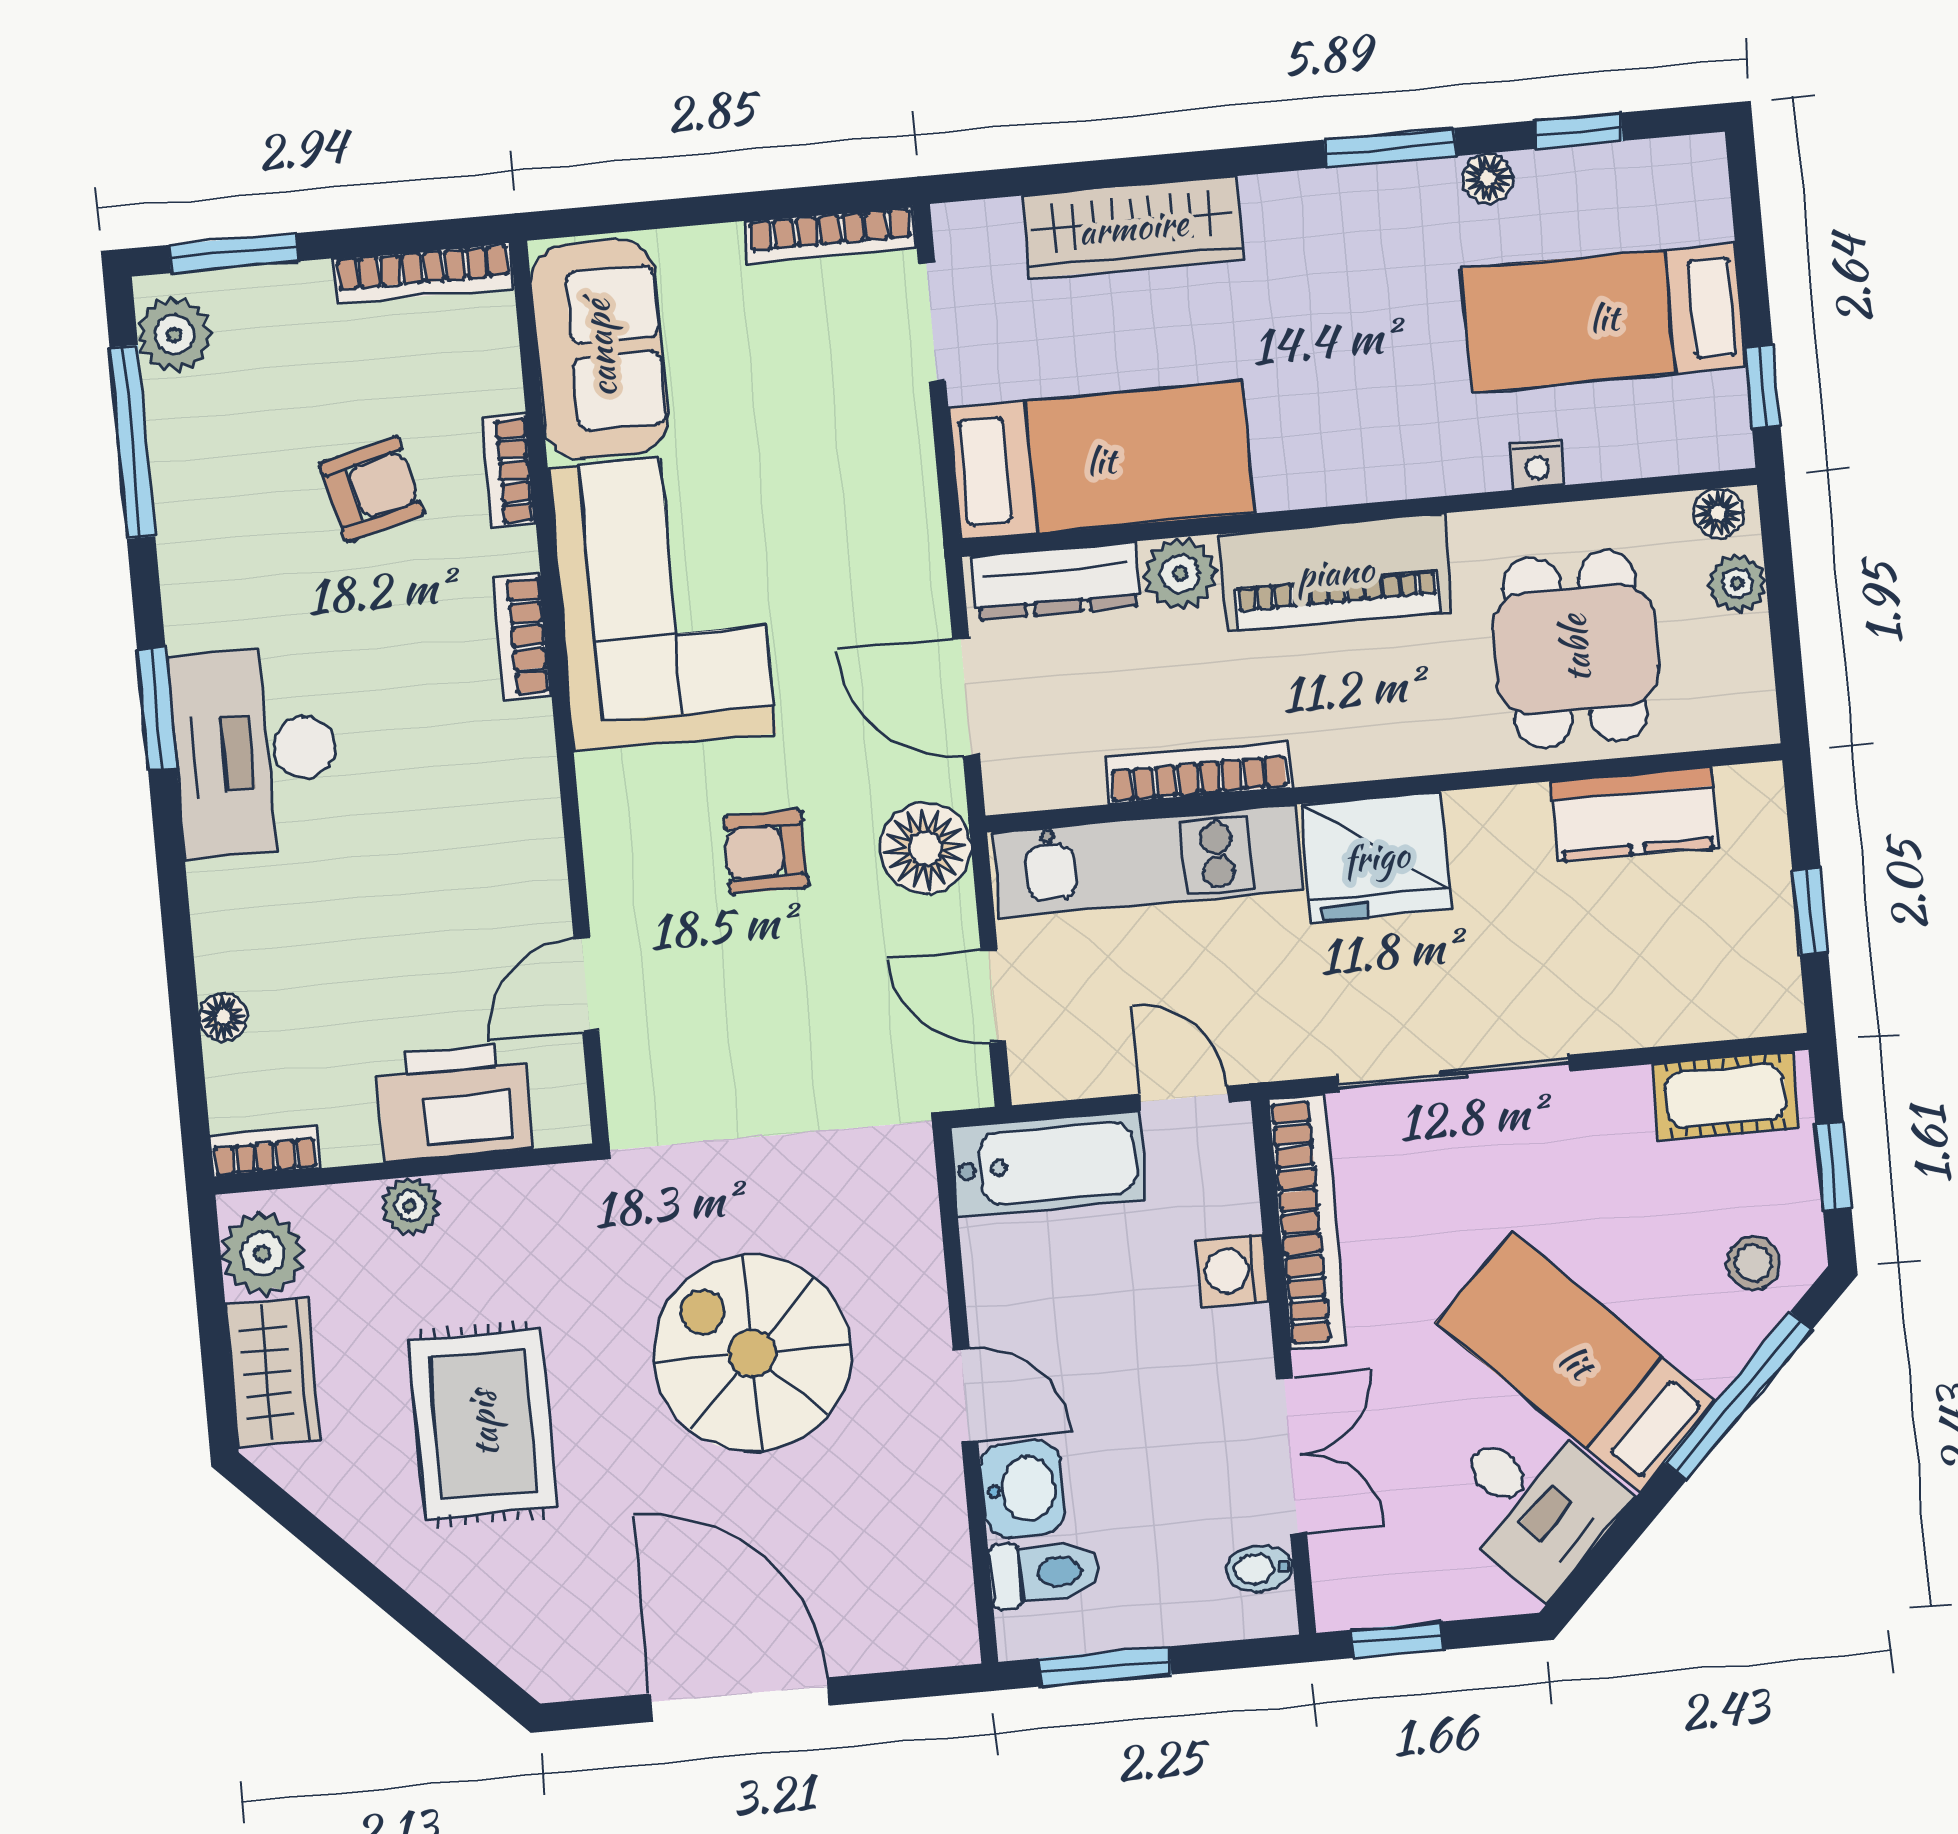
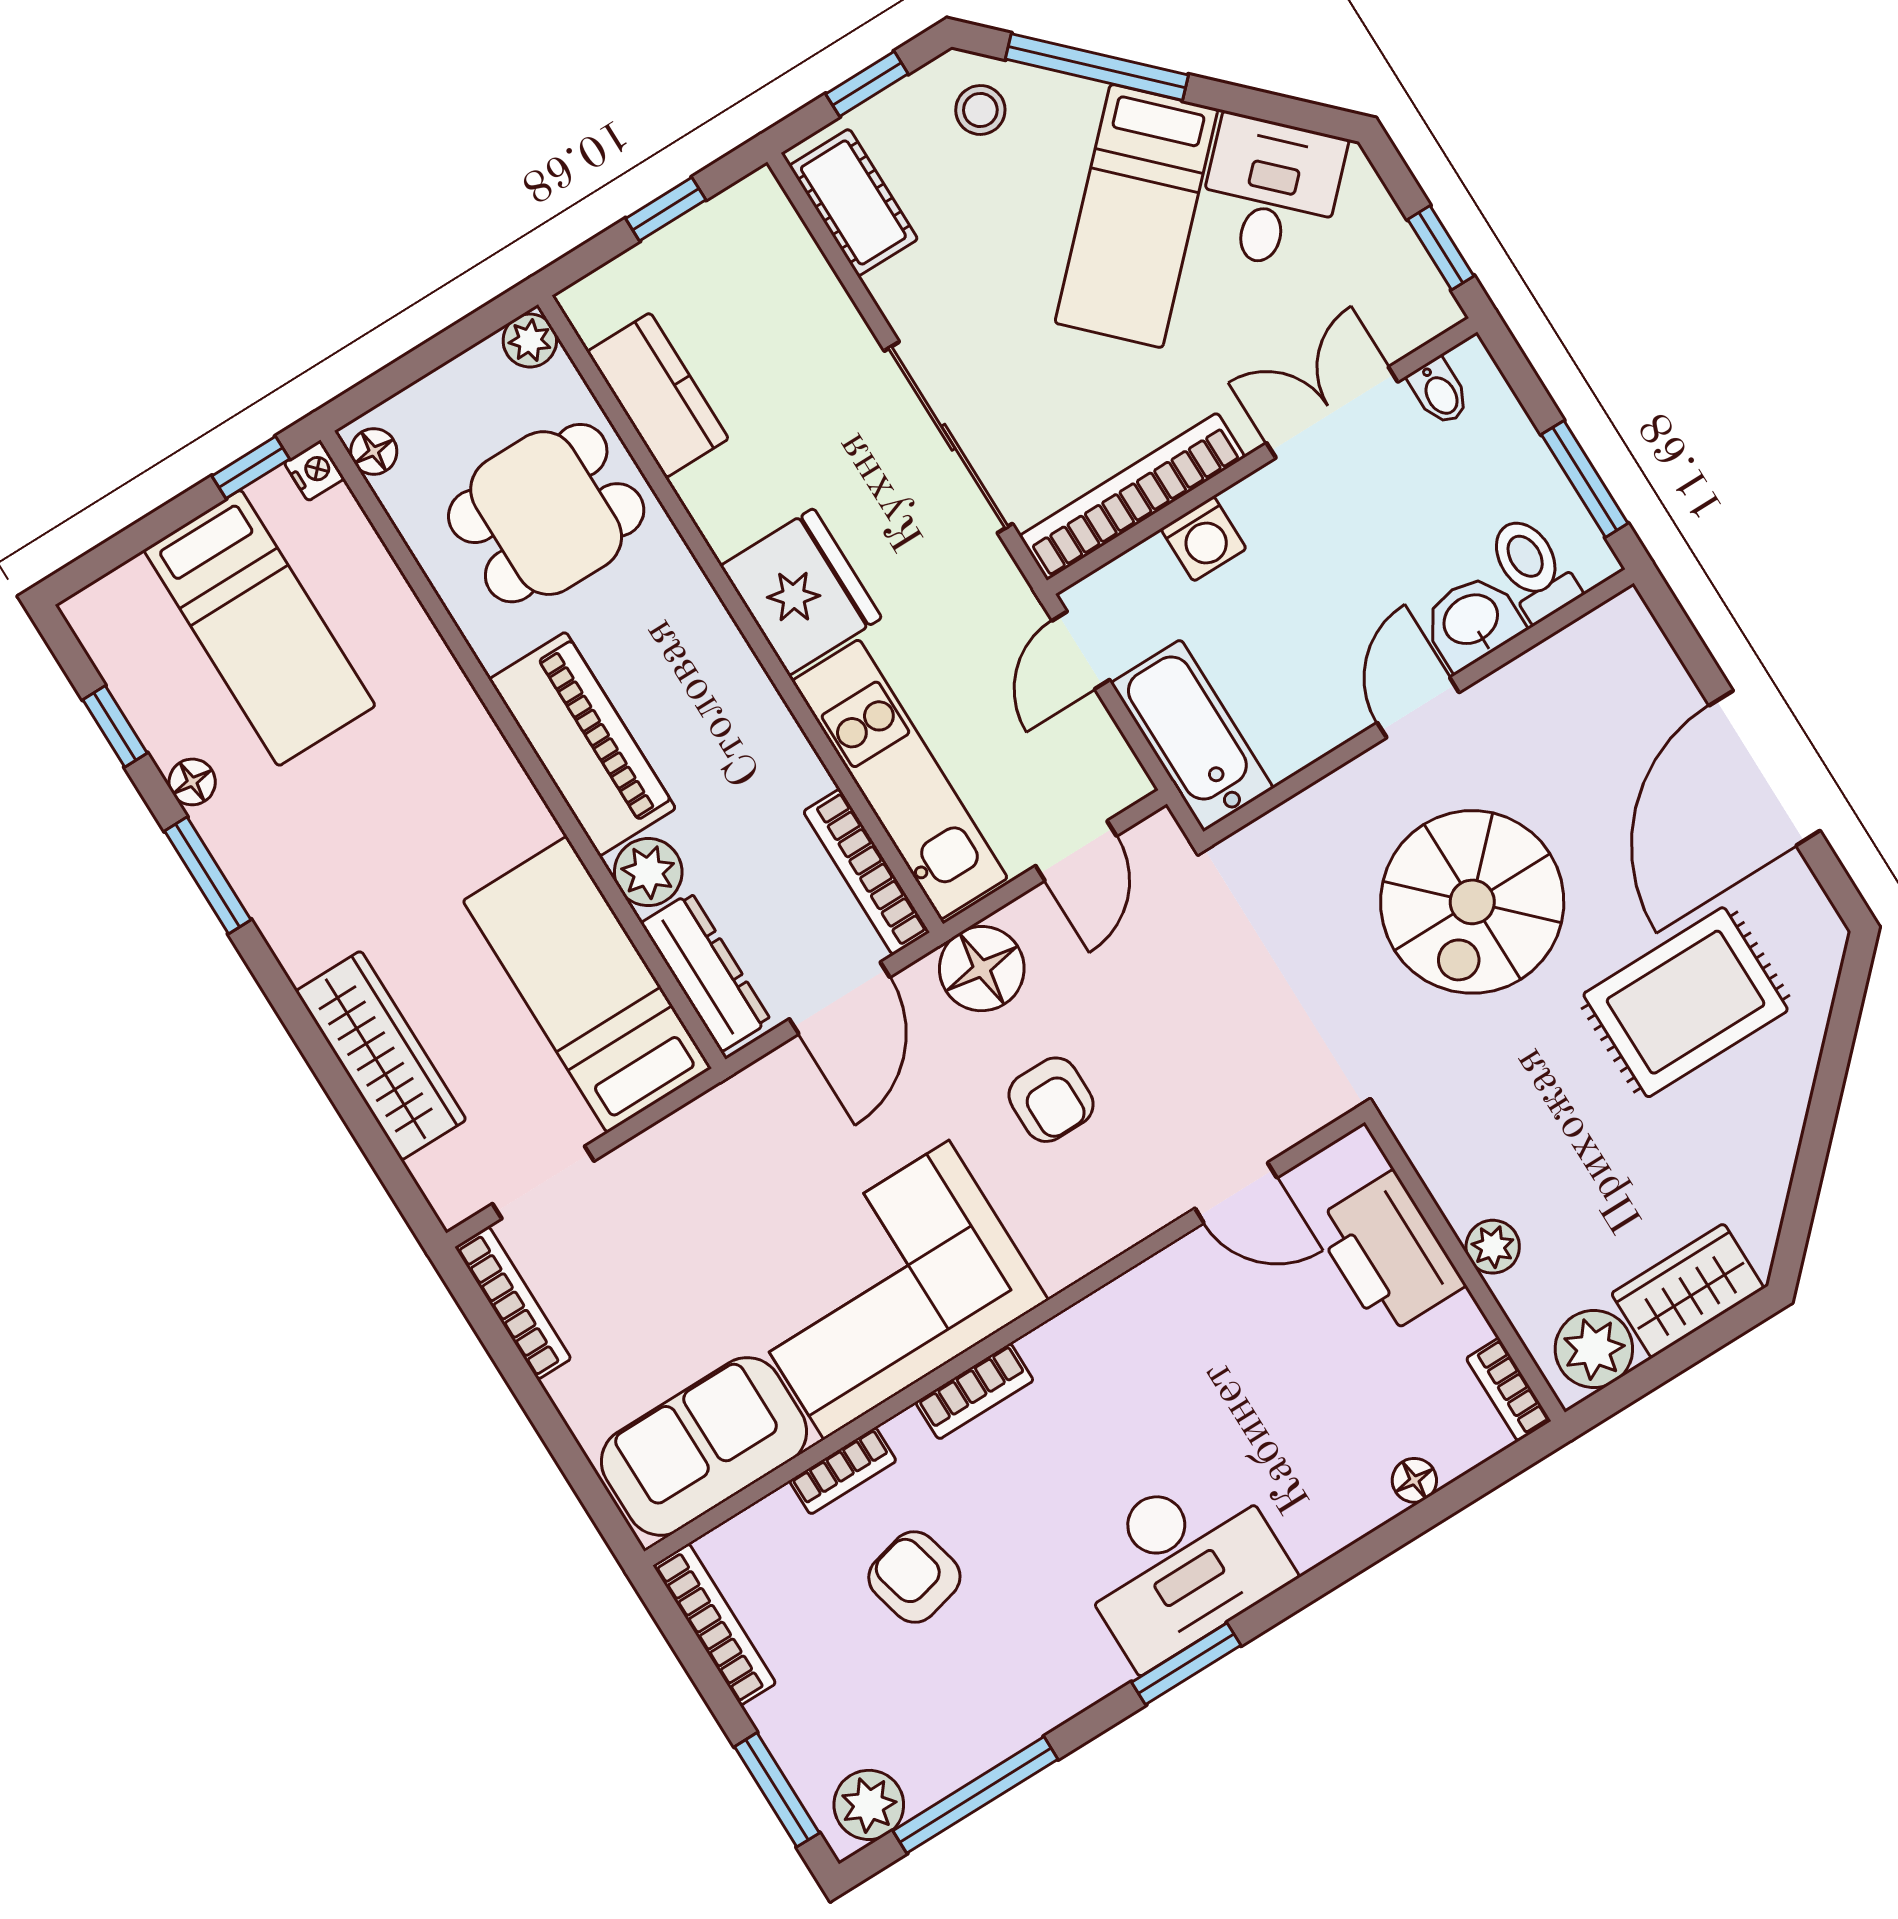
nightstand: (1537, 464) -> (314, 470), moved
plant: (1737, 583) -> (530, 341), moved
bookcase: (1198, 773) -> (866, 872), moved
rug: (483, 1424) -> (1686, 1002), moved

